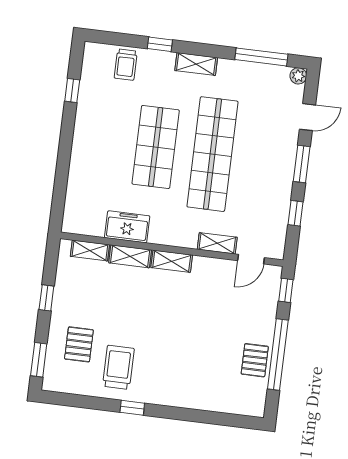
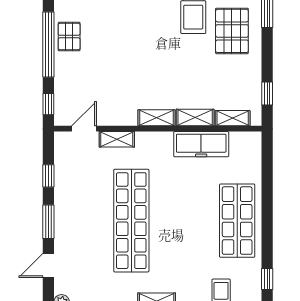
window: (72, 91) -> (267, 279), moved
shop shelf: (156, 147) -> (237, 221), moved
freezer: (127, 227) -> (201, 144), width x1.40
window: (46, 298) -> (267, 94), moved
pallet: (79, 344) -> (232, 31), width x1.50, depth x1.42

